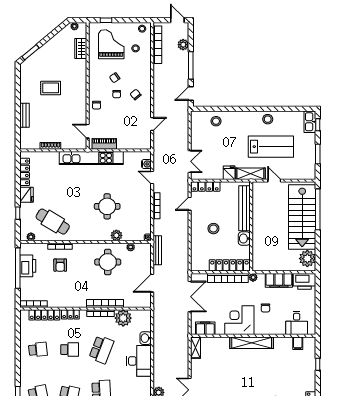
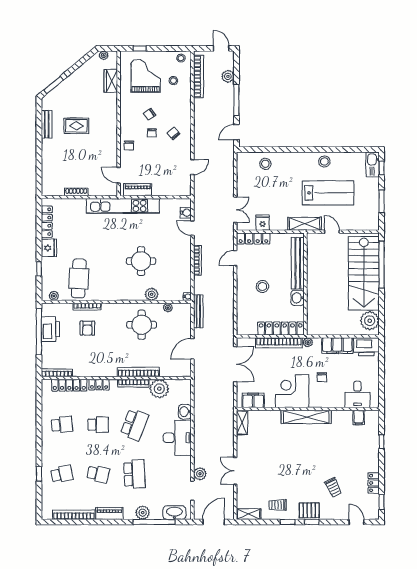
bench: (25, 115) -> (47, 124), moved
fridge: (229, 173) -> (263, 223), moved
cafe table: (53, 222) -> (79, 278), turned 62

